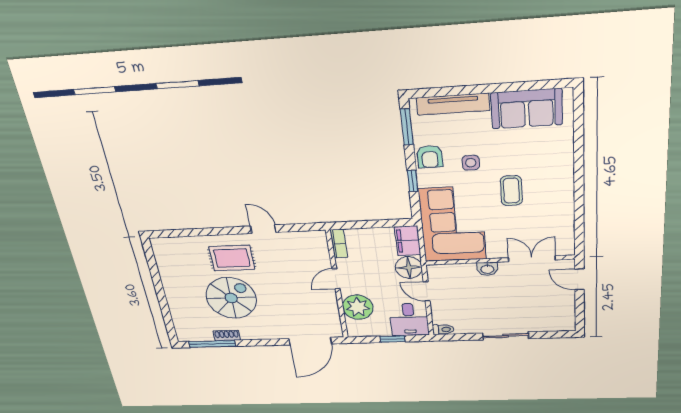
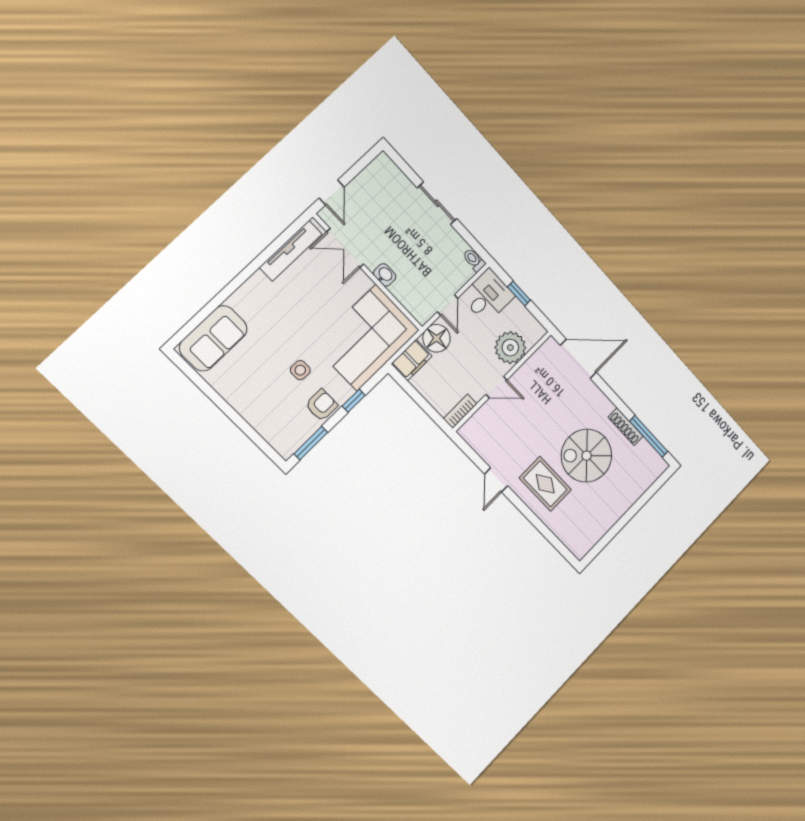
tv unit: (453, 104) -> (291, 251), moved, turned 90
sofa: (527, 109) -> (213, 338), moved, turned 90
coffee table: (511, 191) -> (298, 318), removed
shoe rack: (227, 336) -> (626, 427), width x1.43

